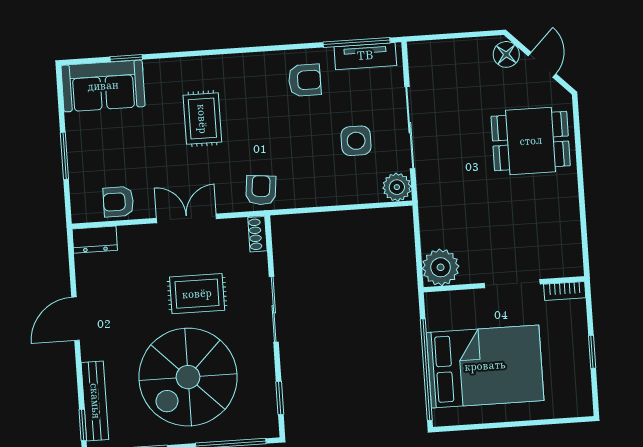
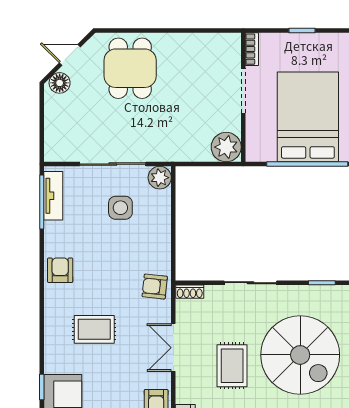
armchair: (305, 80) -> (60, 270), moved
rug: (197, 294) -> (232, 366), moved

